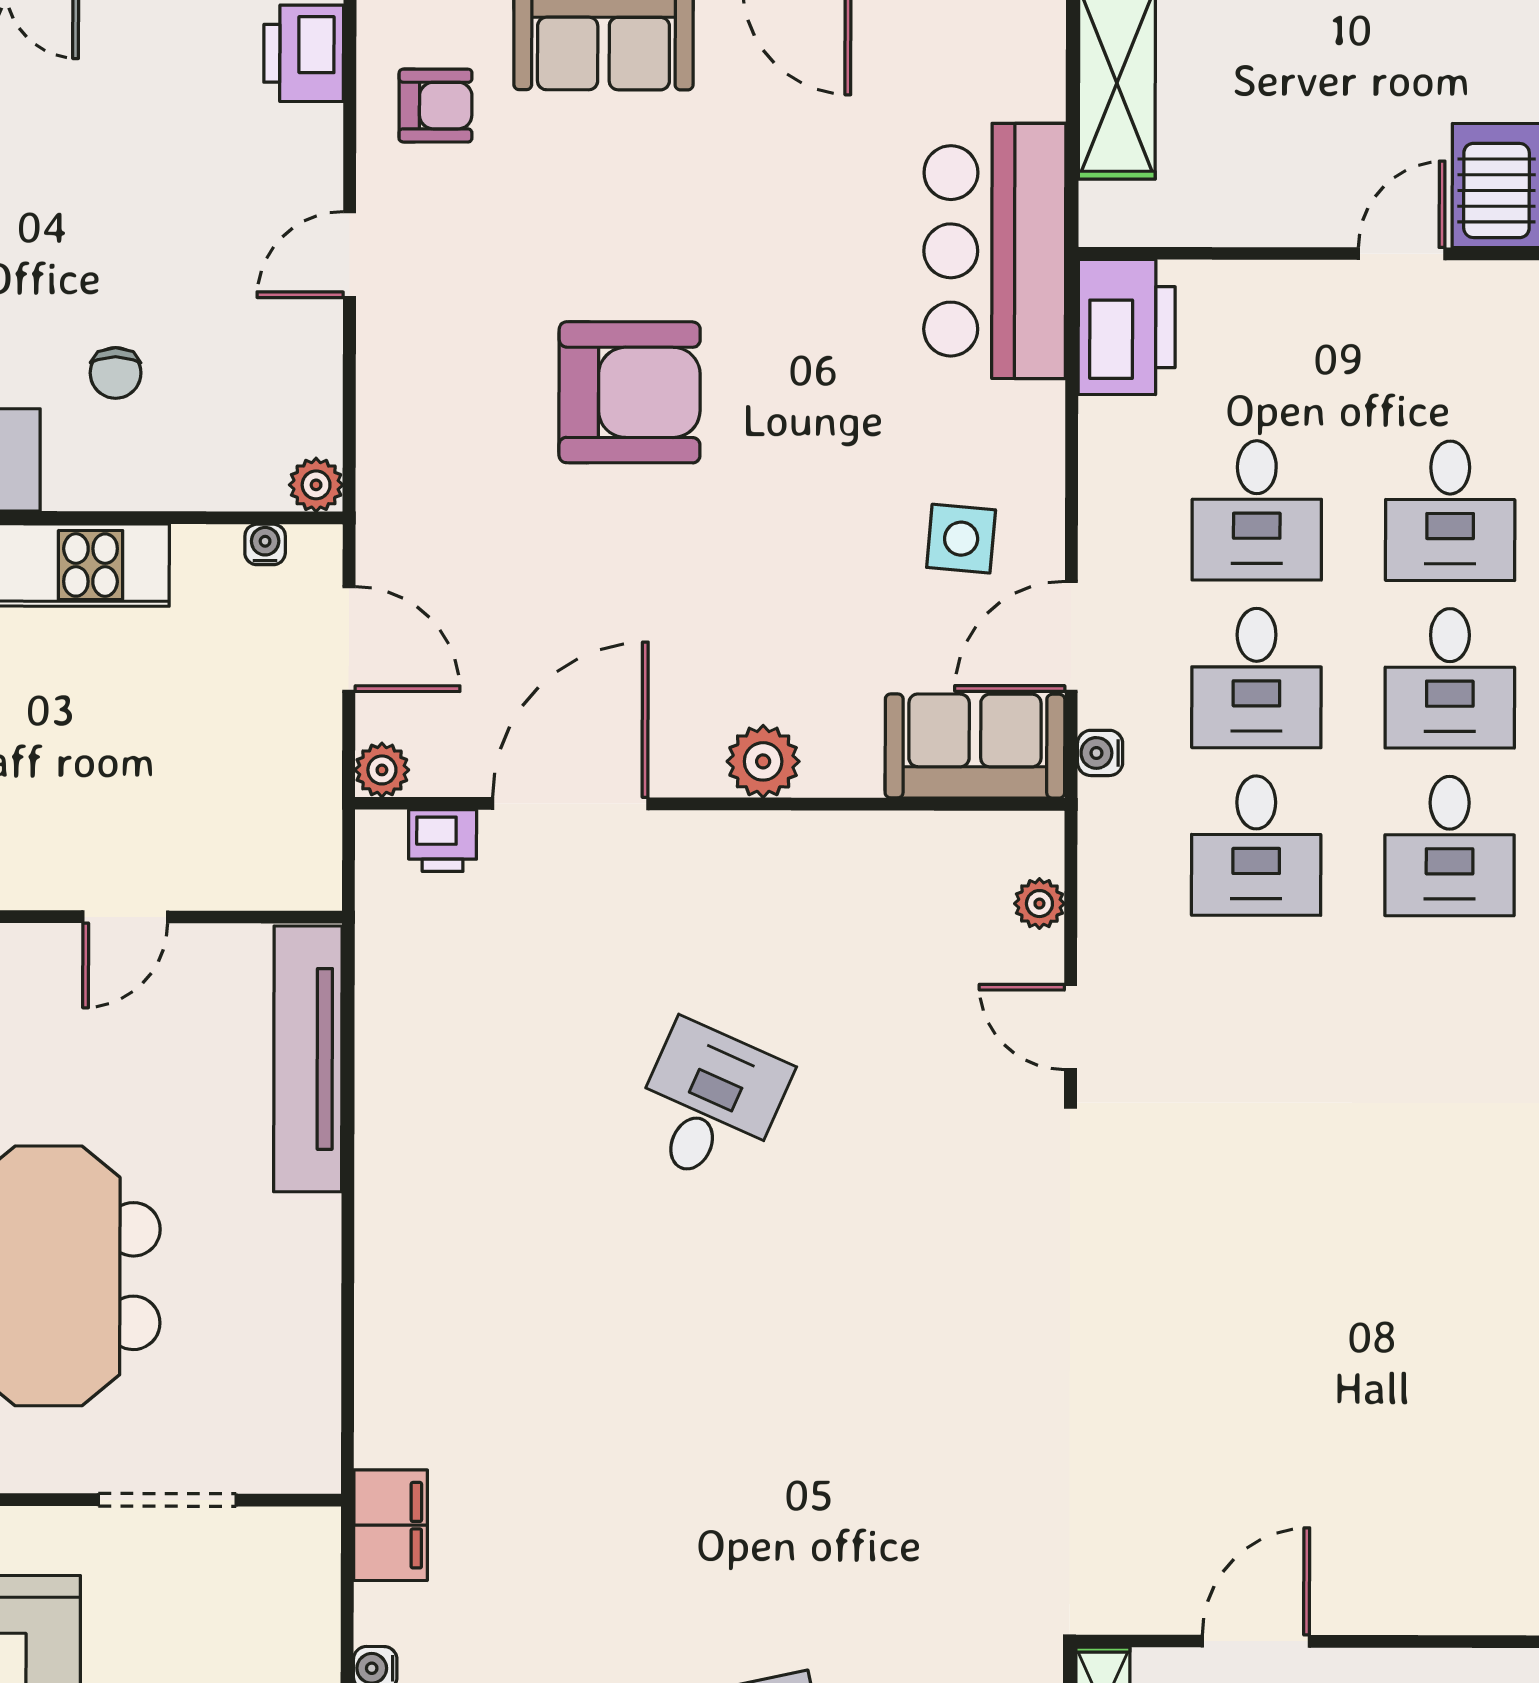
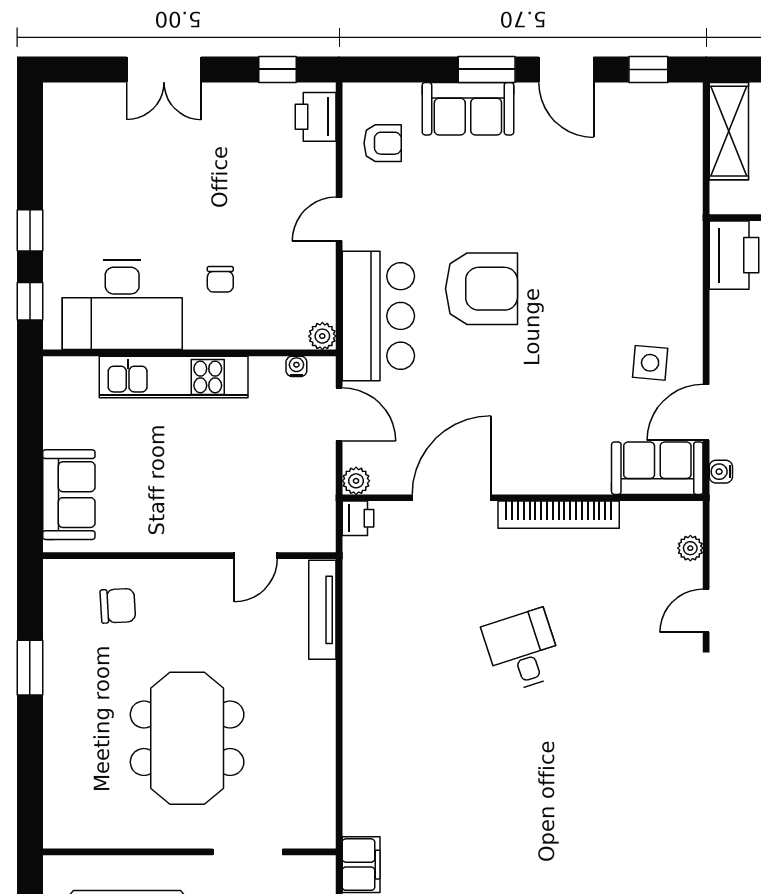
bar counter: (995, 251) -> (378, 316), moved, turned 180
plant: (763, 761) -> (550, 476), removed
bookcase: (781, 837) -> (559, 515), added
printer: (443, 841) -> (358, 518), moved, turned -90
door: (125, 917) -> (256, 556), moved
door: (1071, 1027) -> (706, 611), hinge flipped
tv unit: (308, 1059) -> (322, 610), width x0.73, depth x0.78
desk: (709, 1104) -> (523, 650), turned -42

